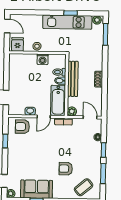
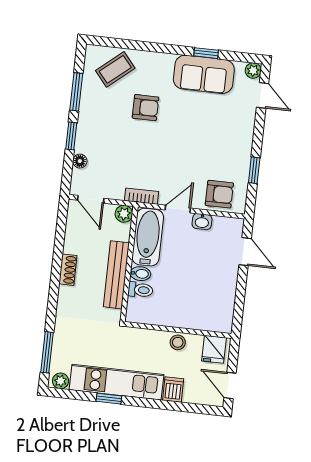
dishwasher: (37, 21) -> (173, 390), added
washing machine: (43, 59) -> (170, 317), removed

